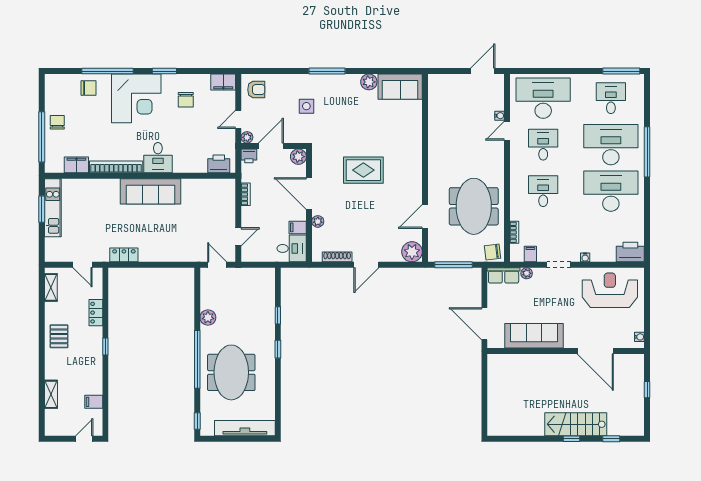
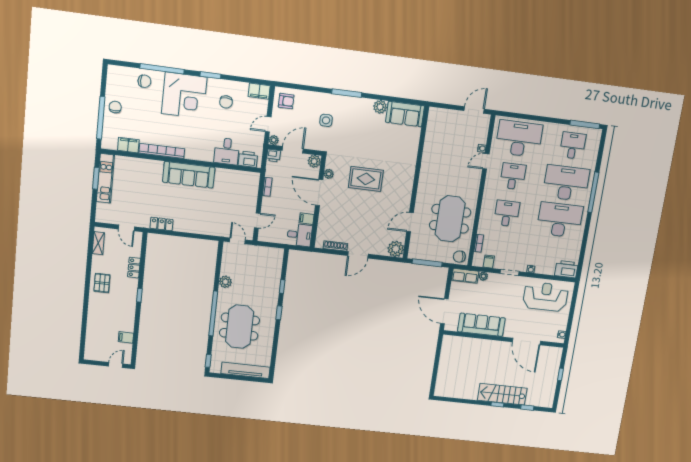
desk: (158, 158) -> (227, 151), moved
plant: (318, 221) -> (329, 174), moved
shelving: (51, 394) -> (91, 328), removed

